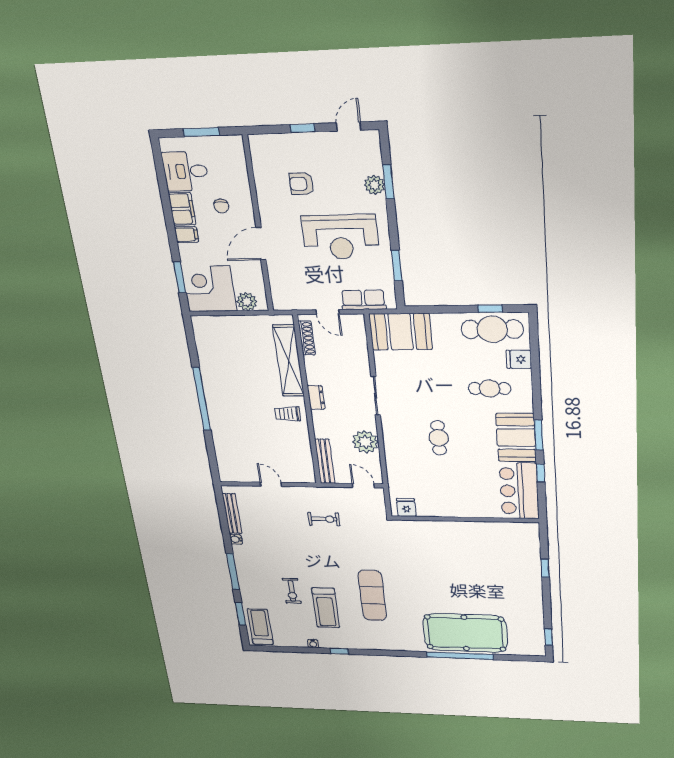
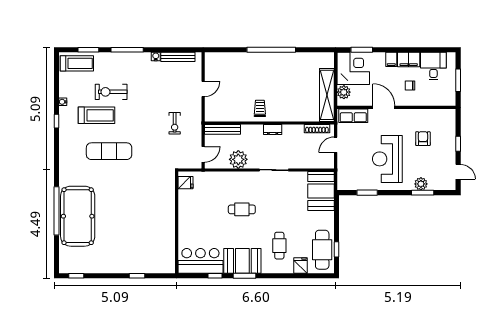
row of seats: (363, 300) -> (353, 116), moved, turned 90
shelving: (289, 361) -> (327, 95), moved, turned 90
exercise bike: (292, 591) -> (111, 92), width x1.38, depth x1.39
treadmill: (326, 608) -> (96, 115), turned 180

